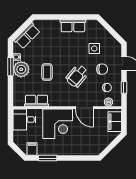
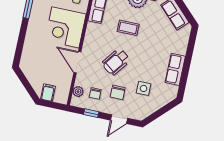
wheelchair: (77, 76) -> (116, 62), turned -93
door: (84, 108) -> (77, 62), hinge flipped
filing cabinet: (115, 122) -> (48, 93), width x0.50

